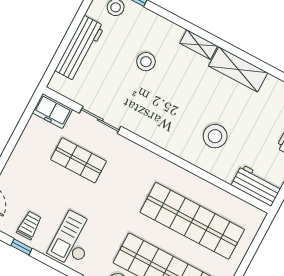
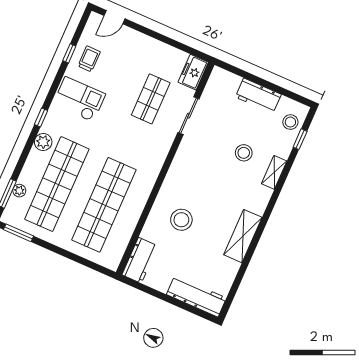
shelving: (199, 45) -> (274, 172), moved
workbench: (80, 48) -> (258, 96), width x0.73
trolley: (29, 225) -> (89, 59), turned -90

